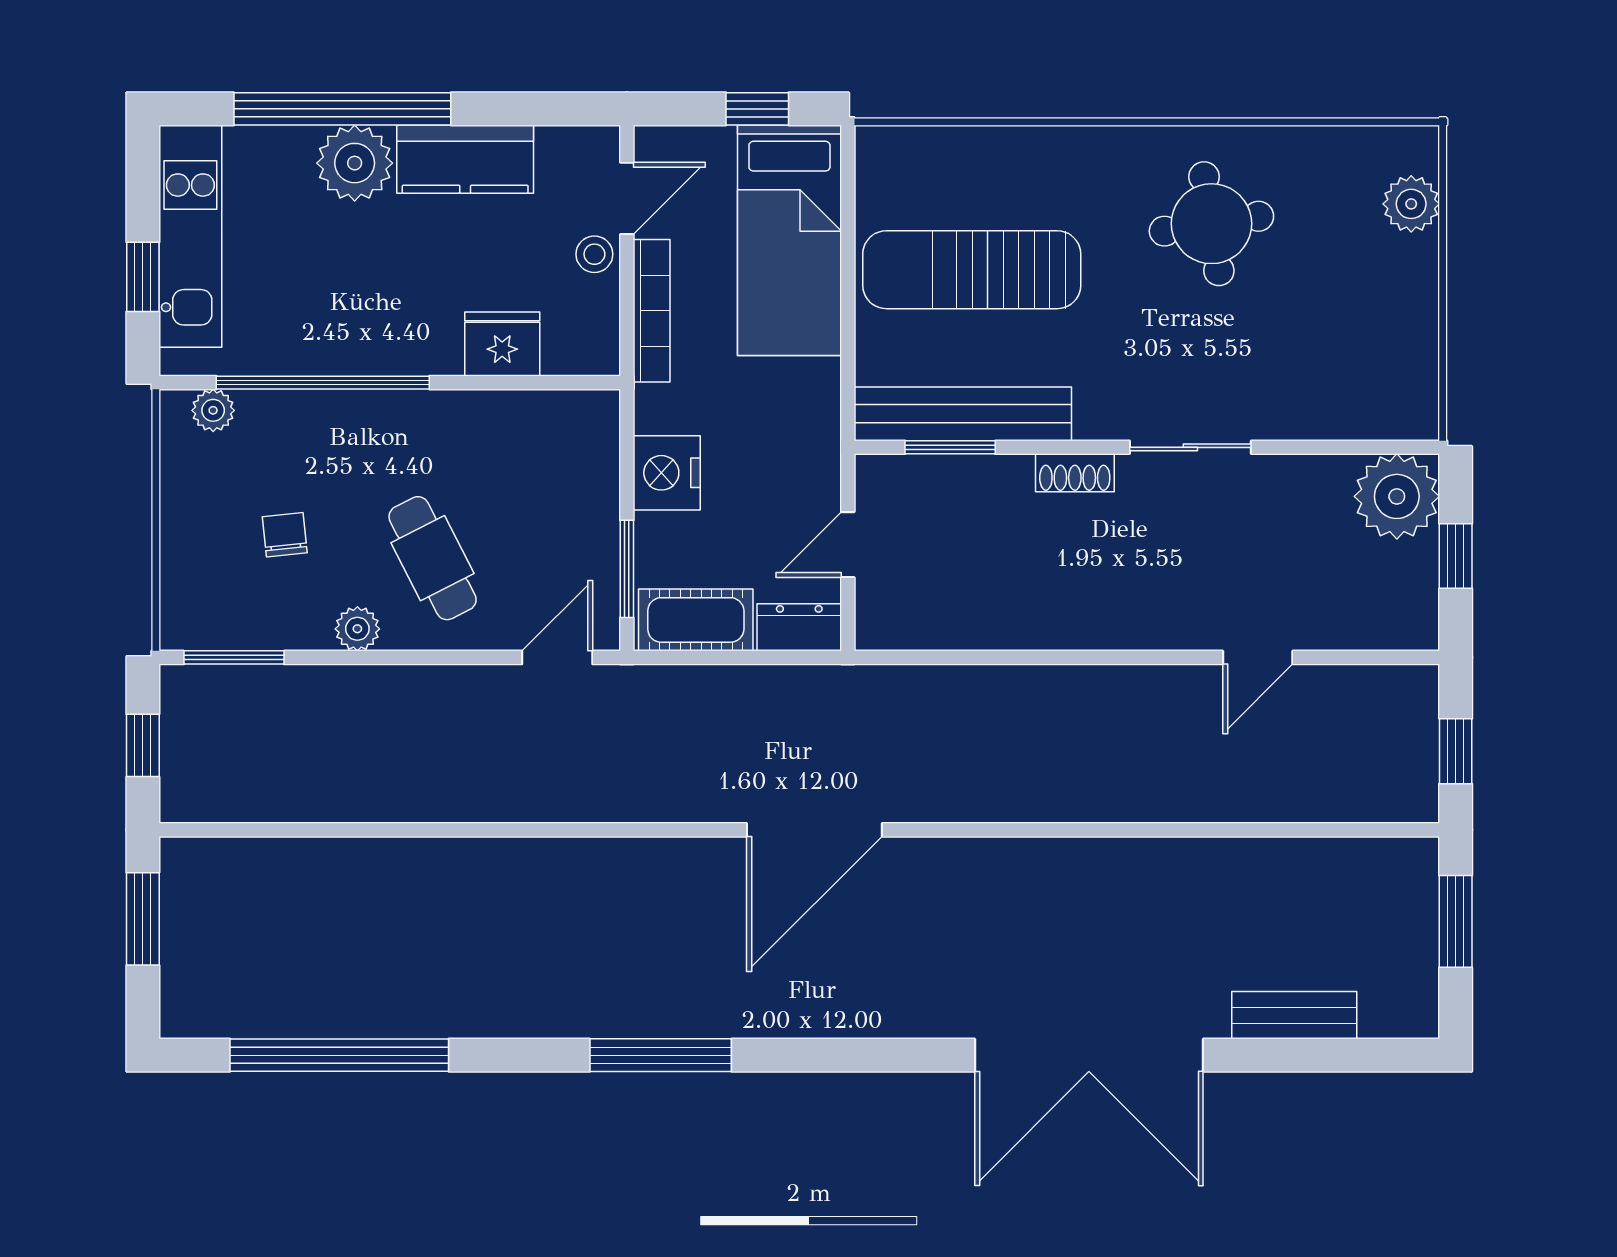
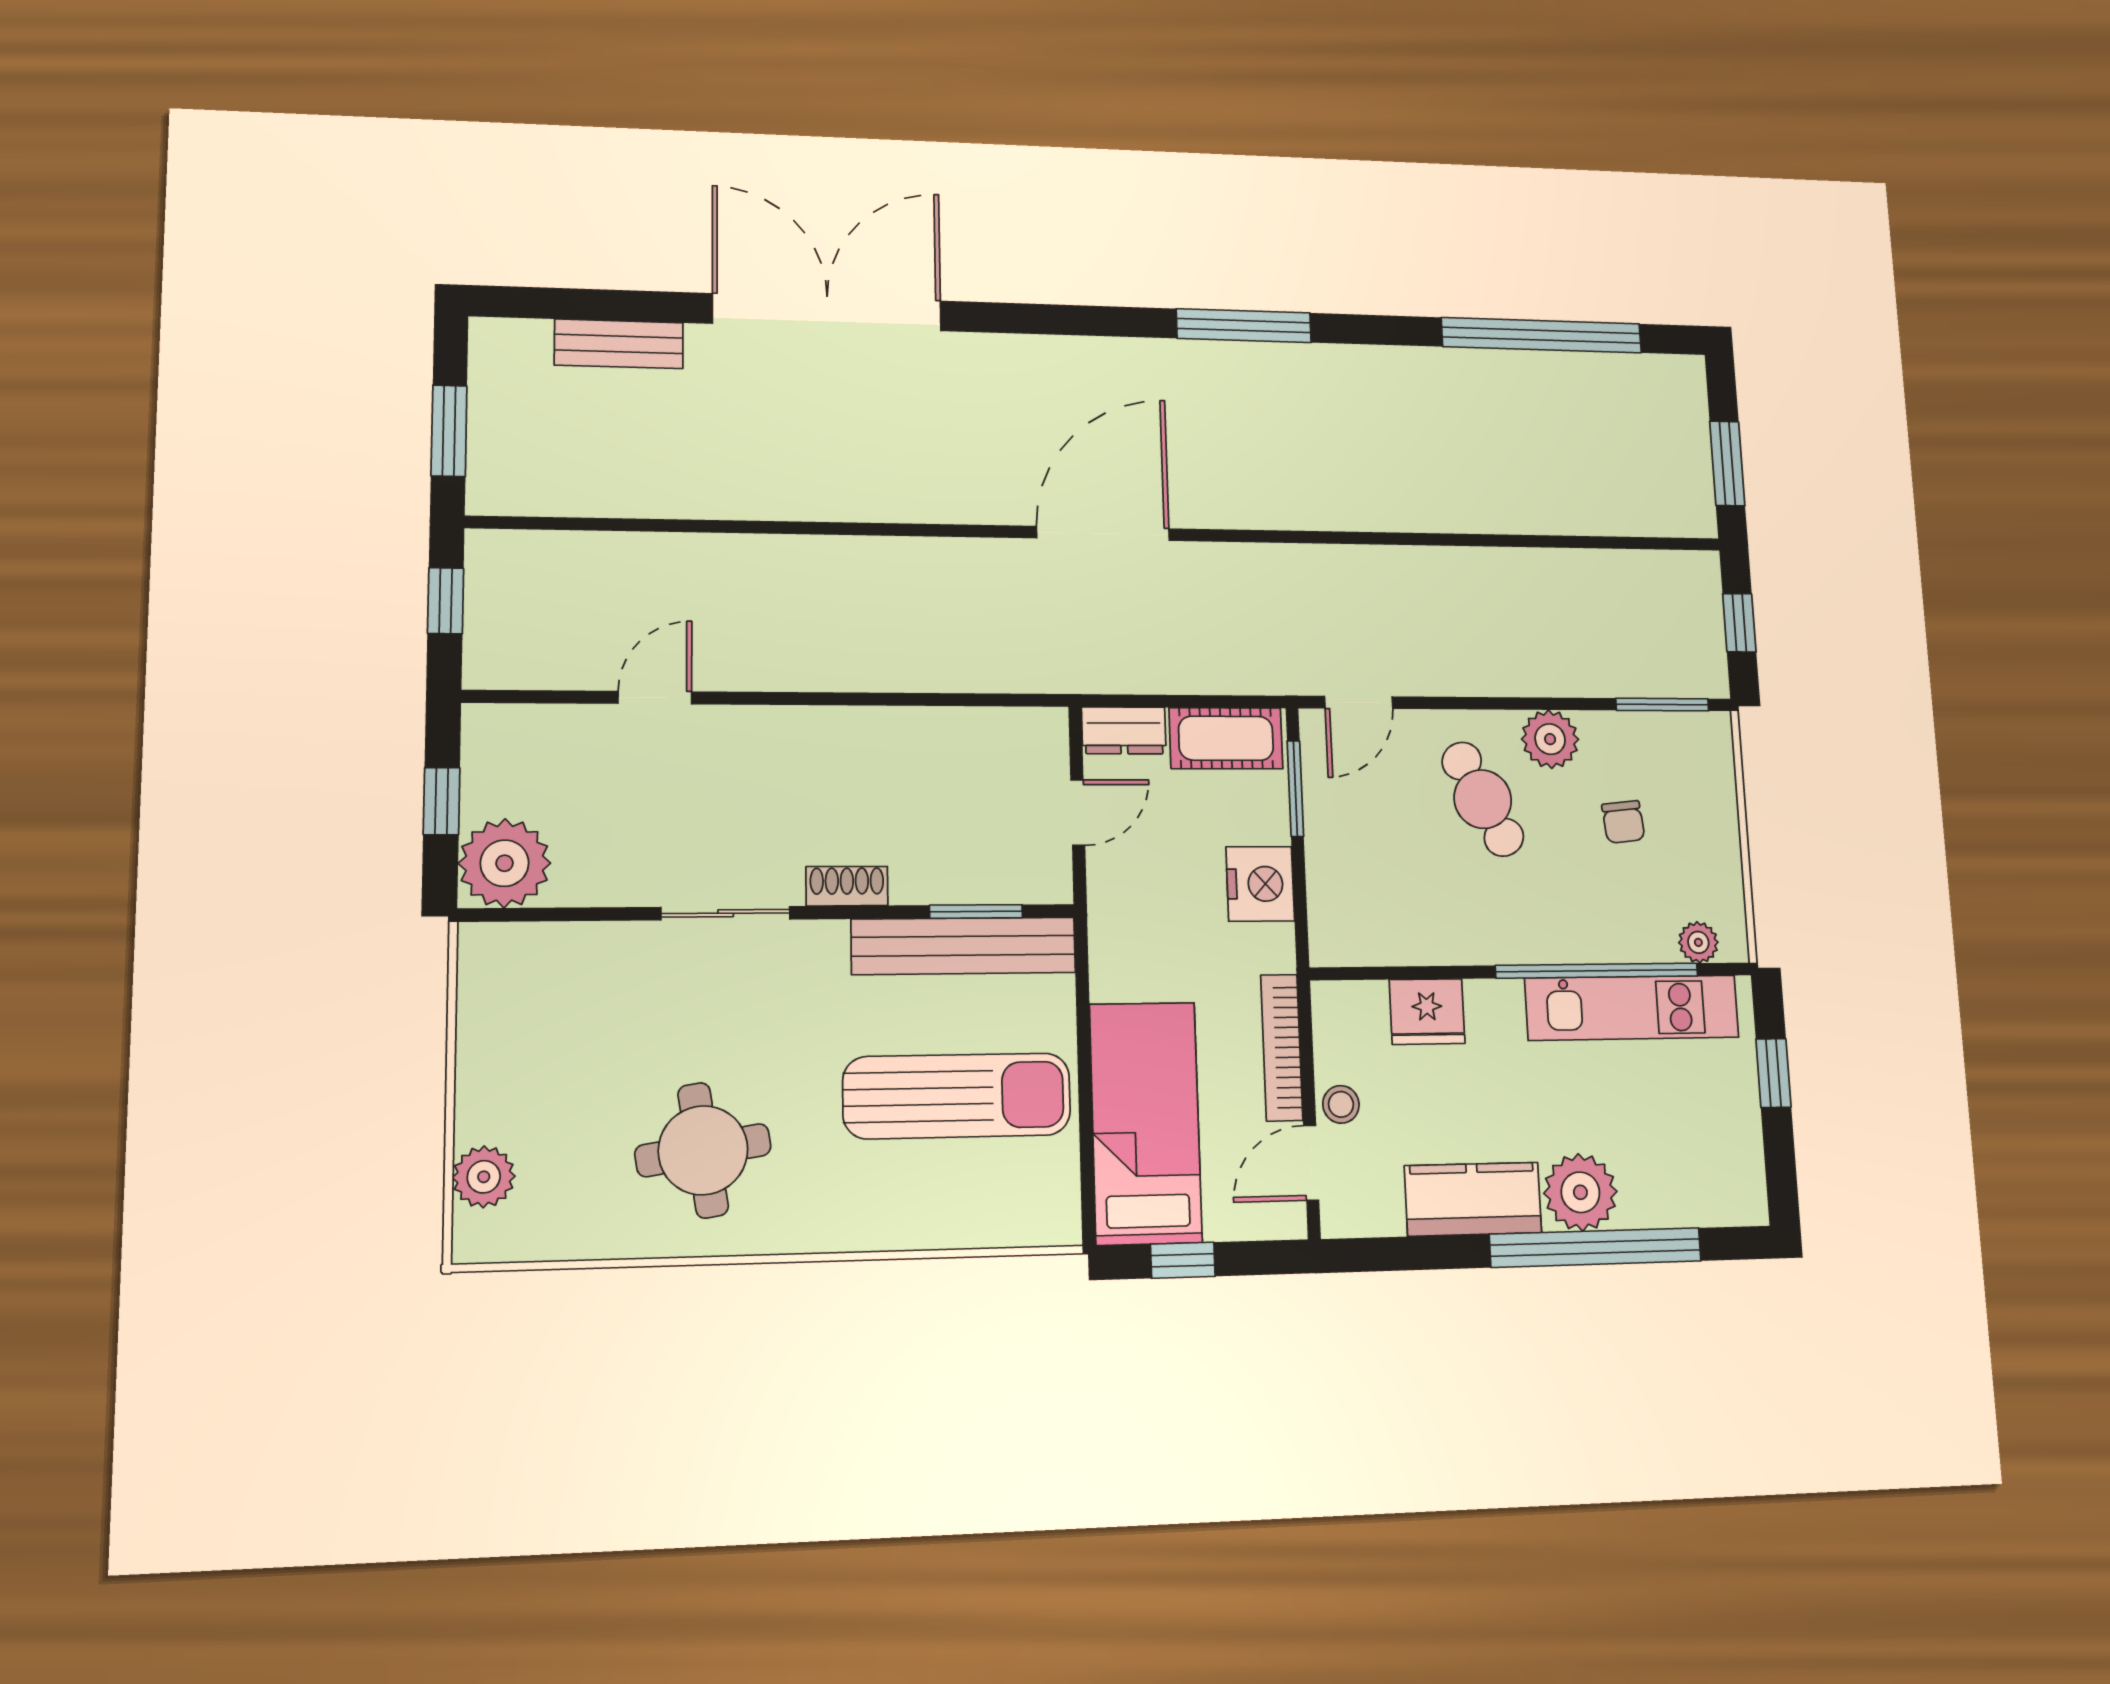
kitchen unit: (190, 236) -> (1632, 1008), moved, turned -90
plant: (357, 629) -> (1550, 739), width x1.38, depth x1.38

